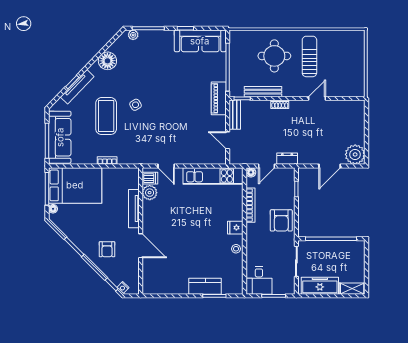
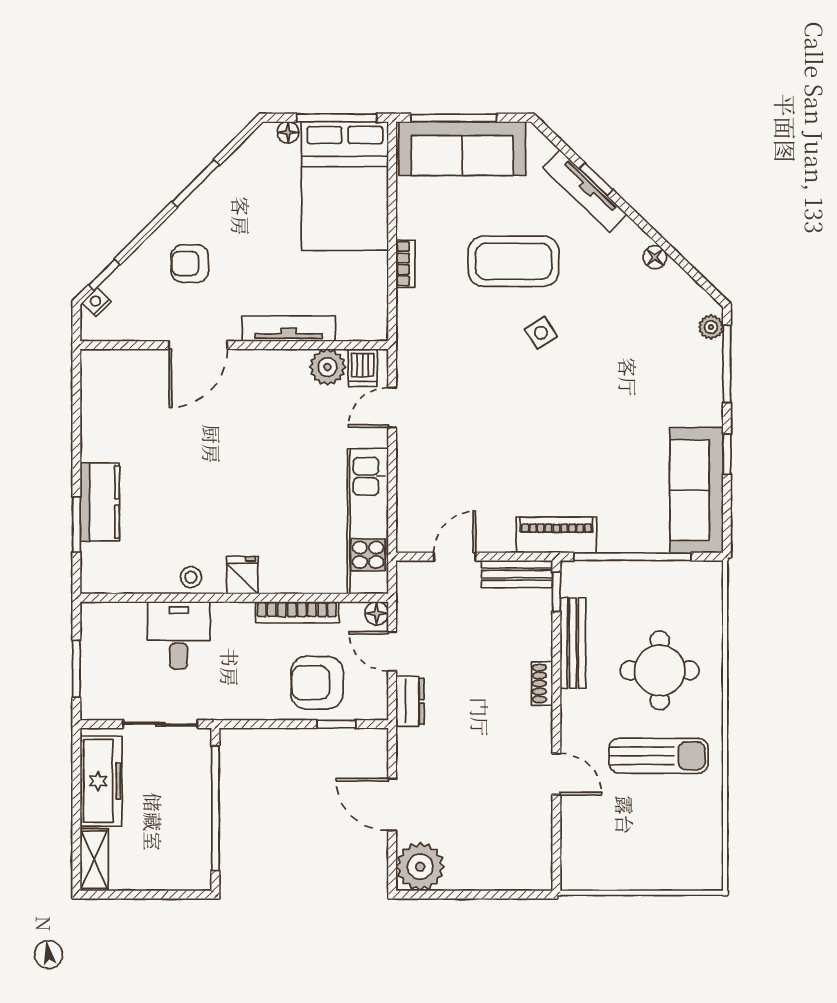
floor lamp: (107, 61) -> (655, 257), width x0.53, depth x0.53
armchair: (281, 220) -> (317, 683), moved
desk: (259, 280) -> (179, 635), moved, turned 90

